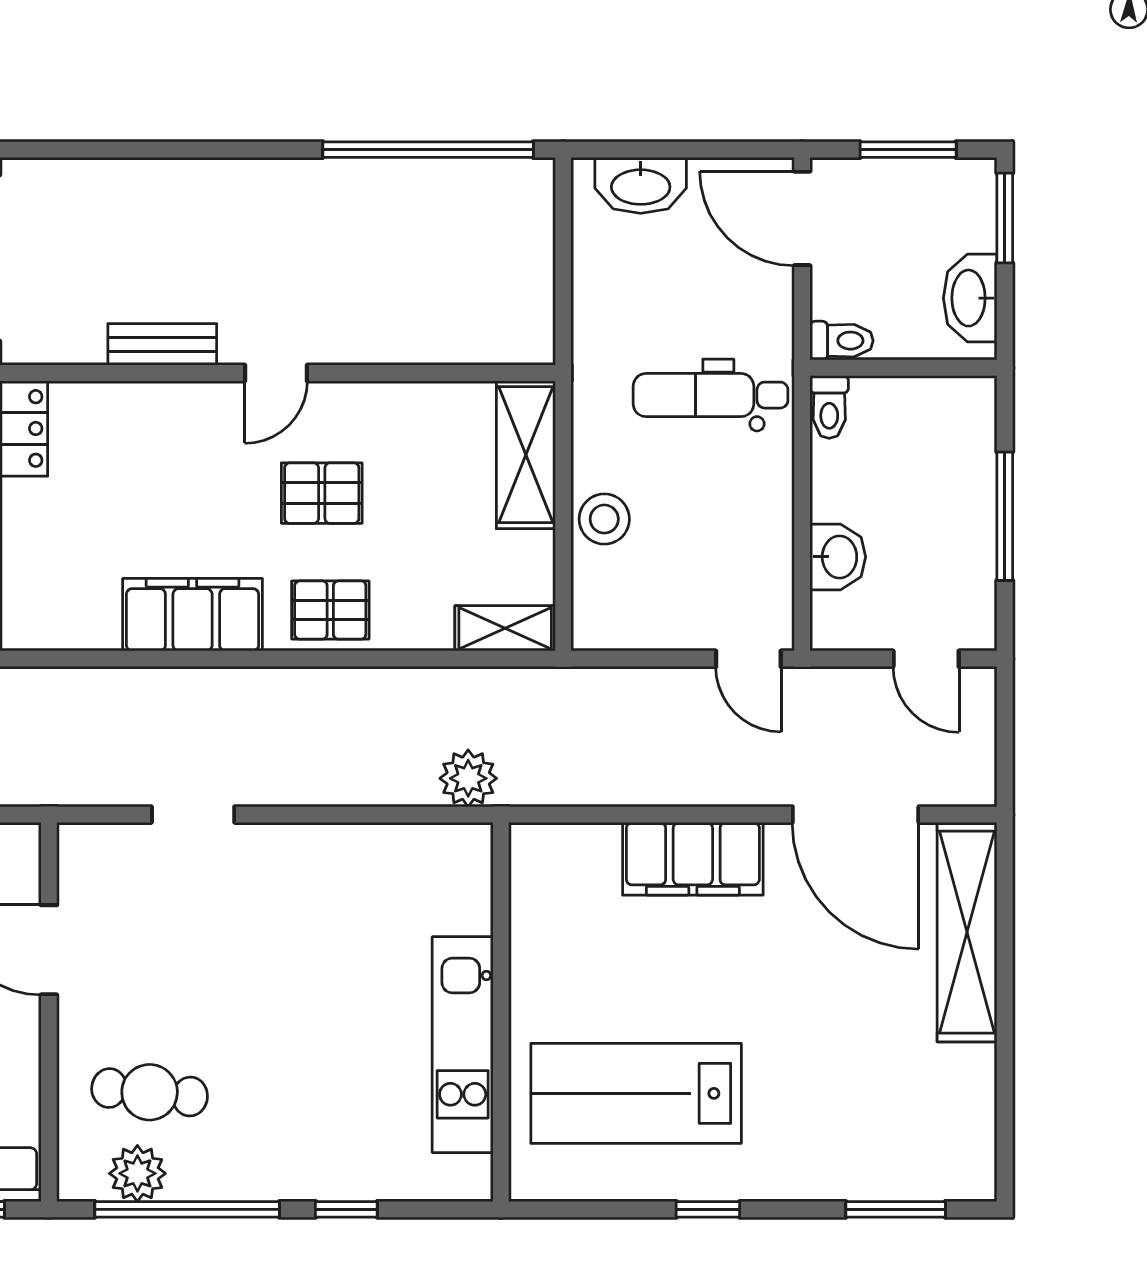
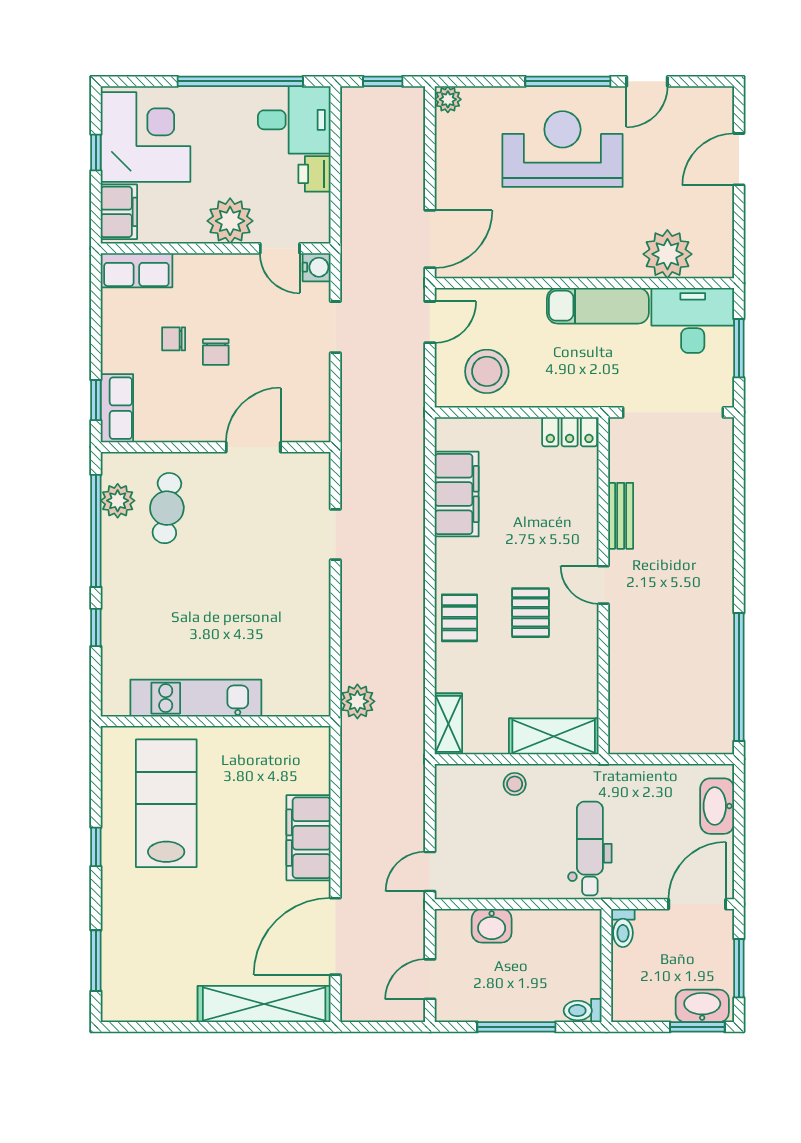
washbasin: (970, 298) -> (702, 1006), moved
toilet: (829, 407) -> (583, 1011), moved
stool: (604, 519) -> (515, 784), width x0.73, depth x0.73
filing cabinet: (193, 615) -> (457, 494), moved

